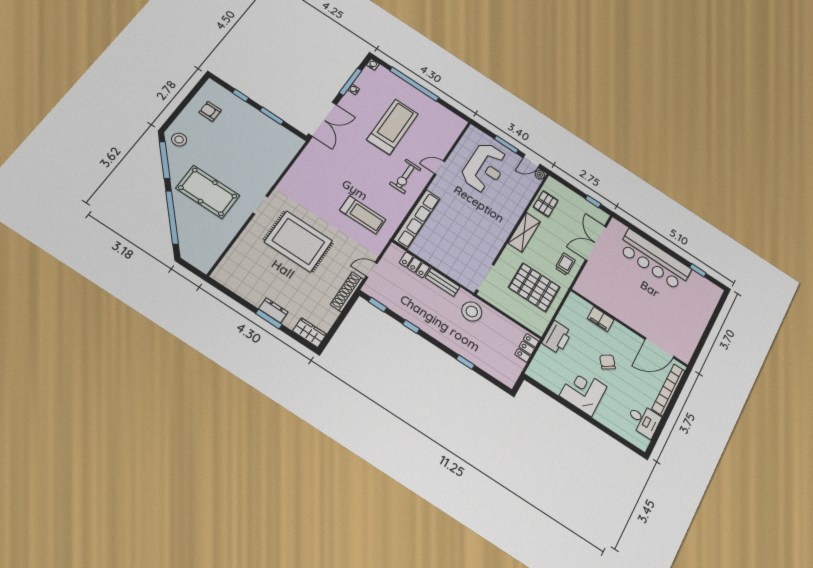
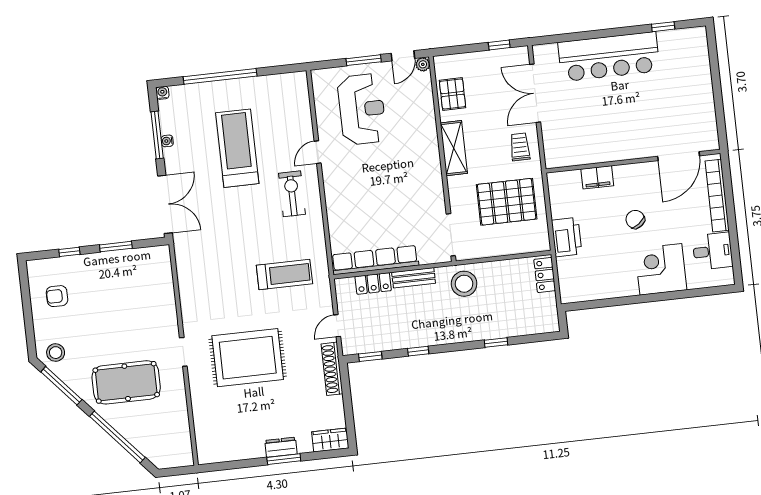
exercise bike: (405, 176) -> (292, 194), turned 180
row of seats: (417, 219) -> (375, 260), moved, turned -90
corner desk: (583, 391) -> (661, 269), moved

